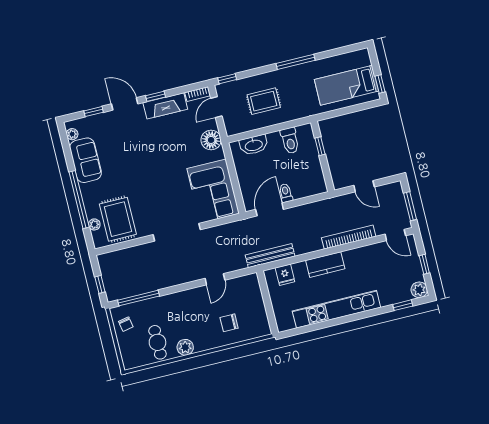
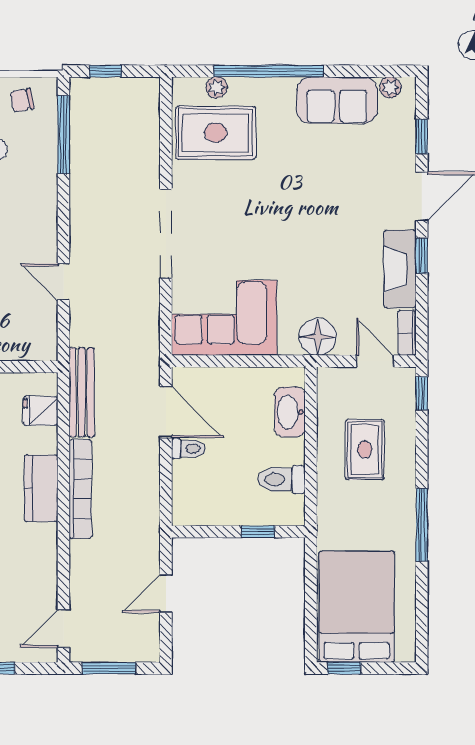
bed: (346, 85) -> (357, 607), width x1.50
bookcase: (349, 237) -> (80, 489), moved

